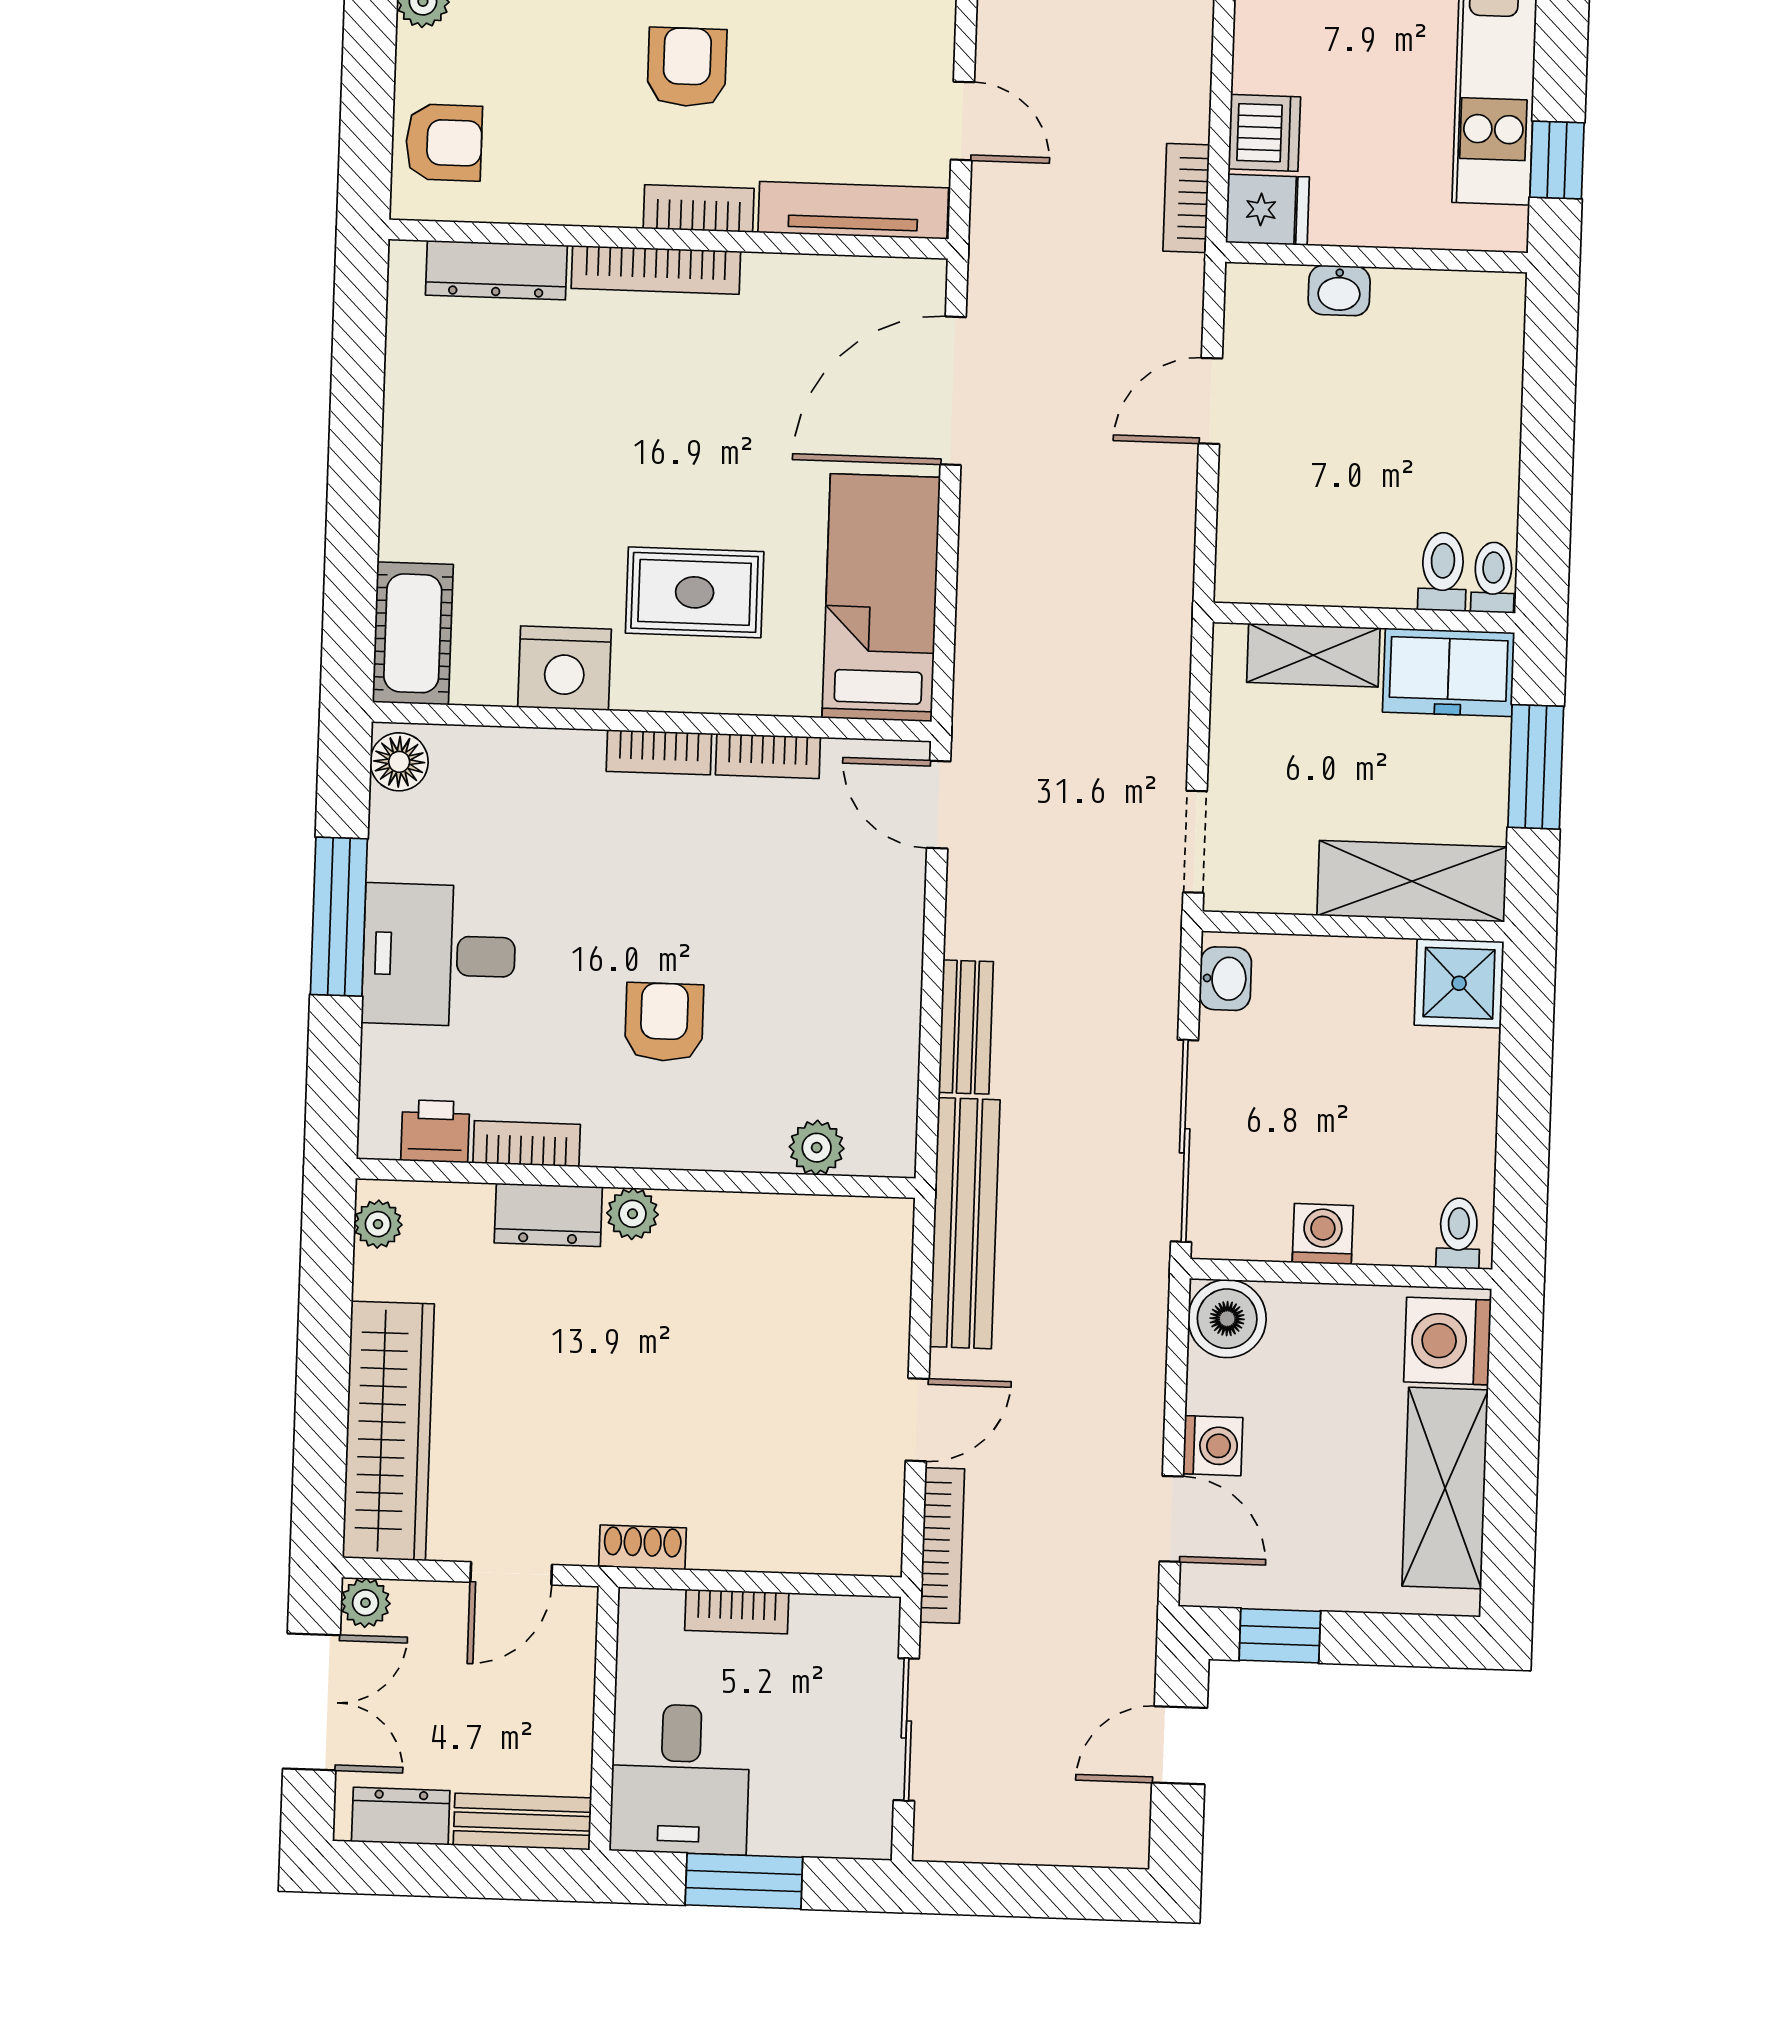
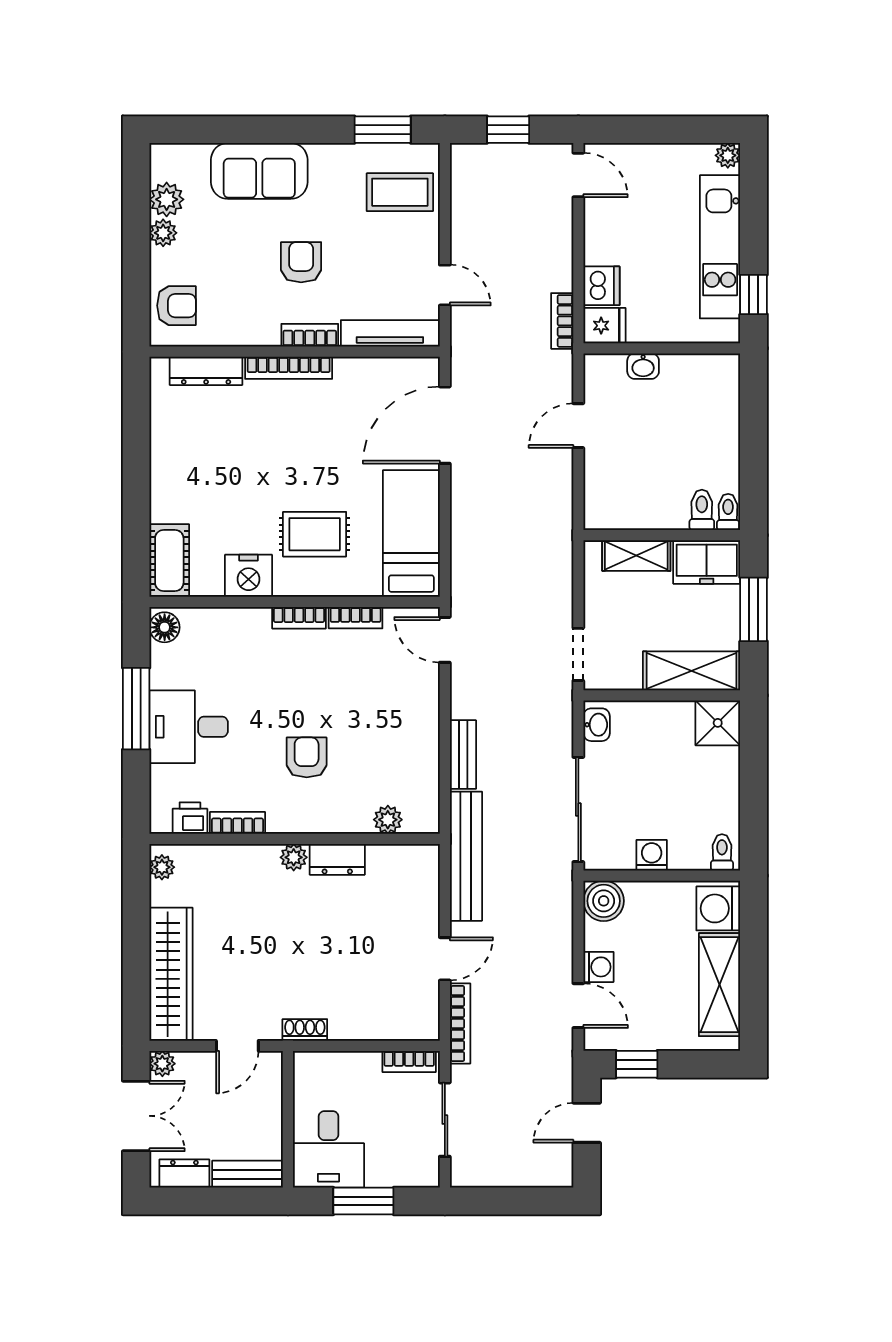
dresser: (548, 1215) -> (337, 859), moved
bookcase: (737, 1612) -> (409, 1061), moved

